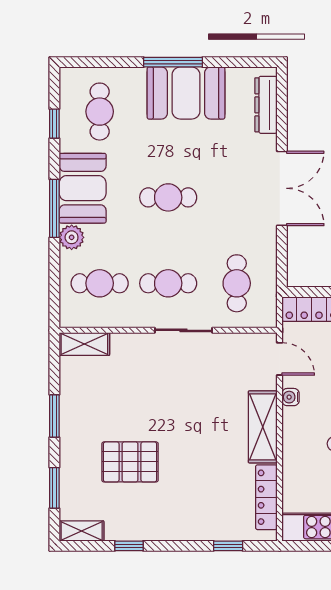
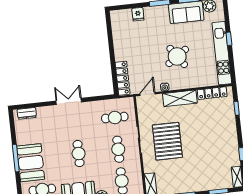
booth: (186, 93) -> (31, 163), moved
dresser: (266, 105) -> (27, 113), width x0.70
double door: (282, 188) -> (69, 101), width x0.73
pallet: (130, 462) -> (167, 141), moved, width x1.37, depth x1.41

